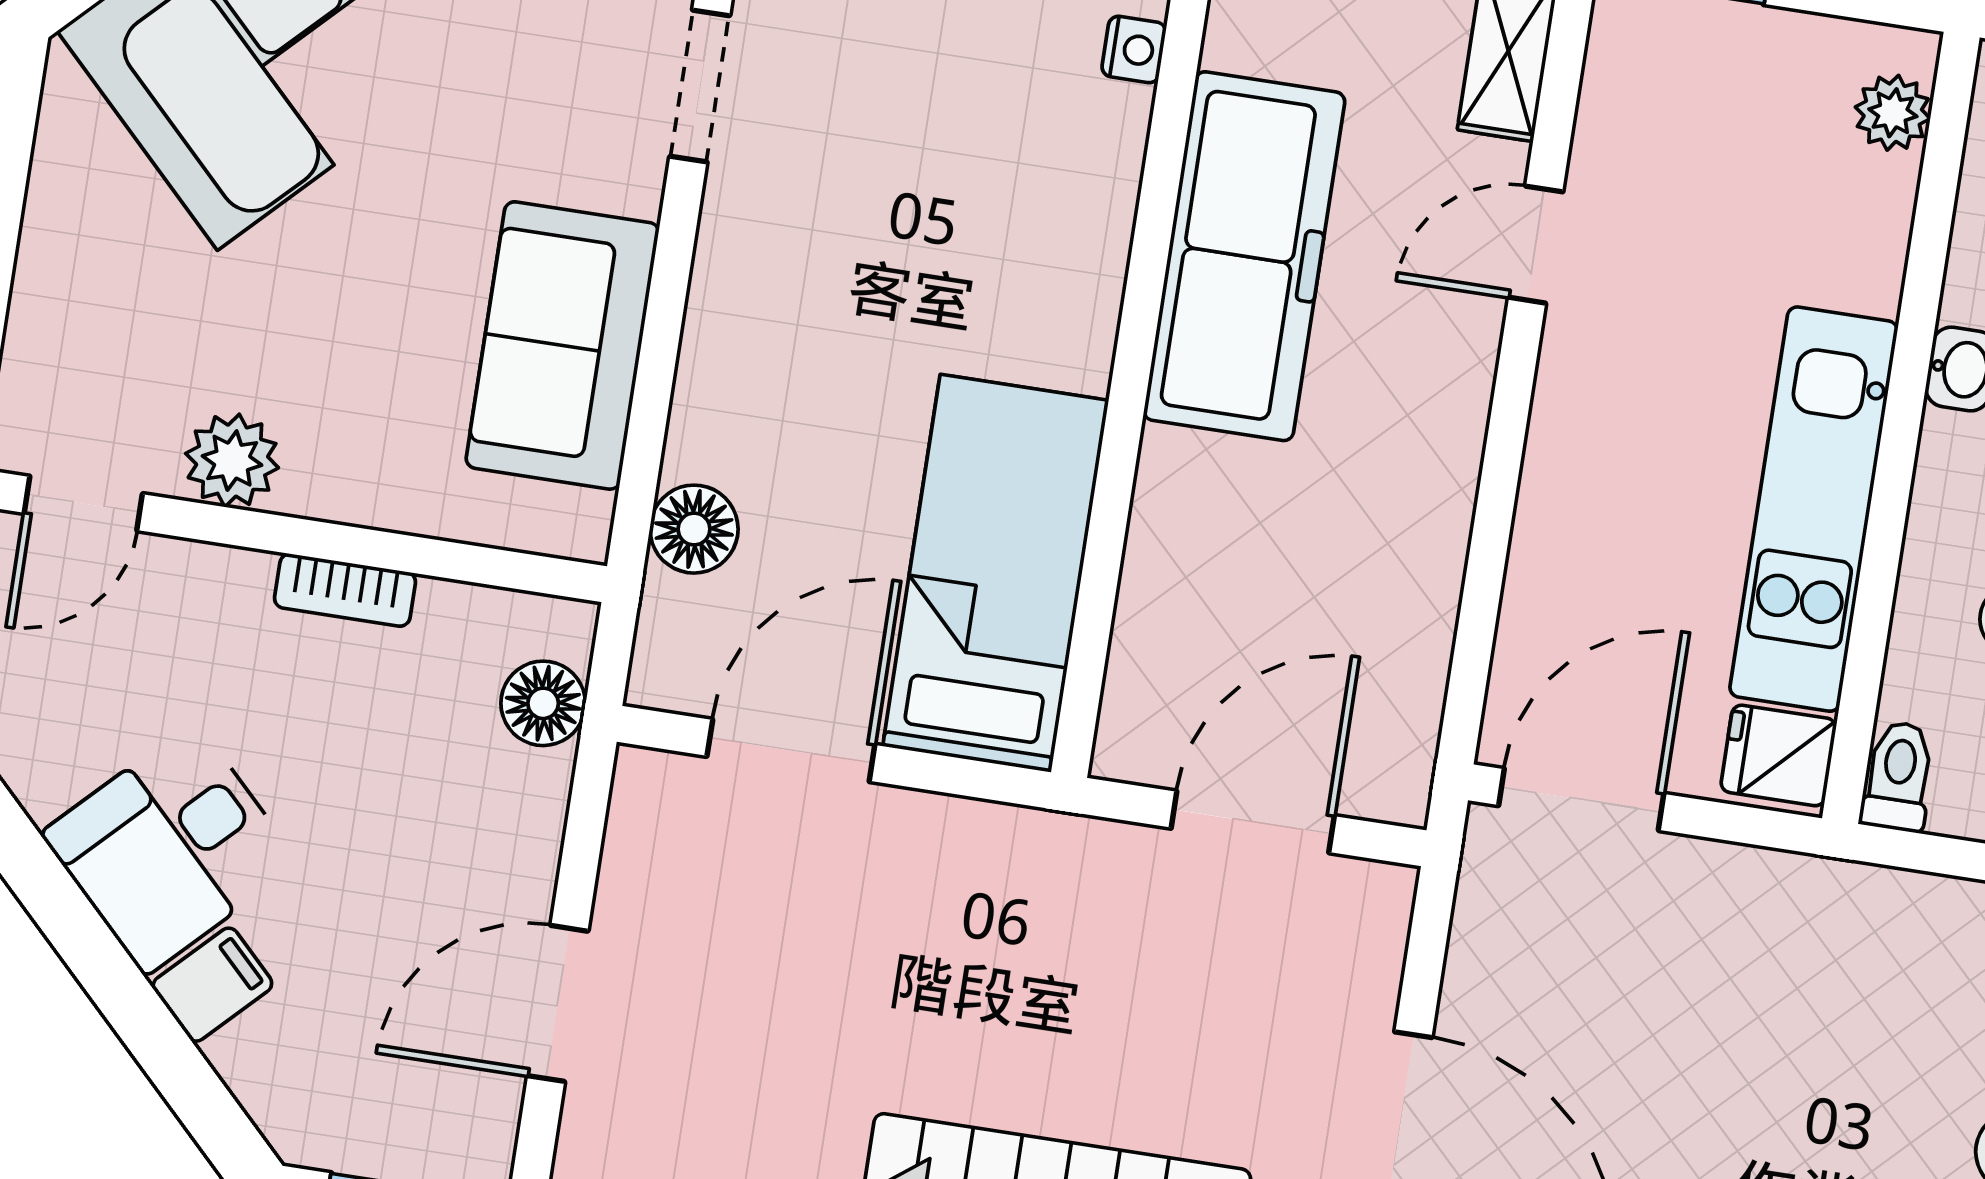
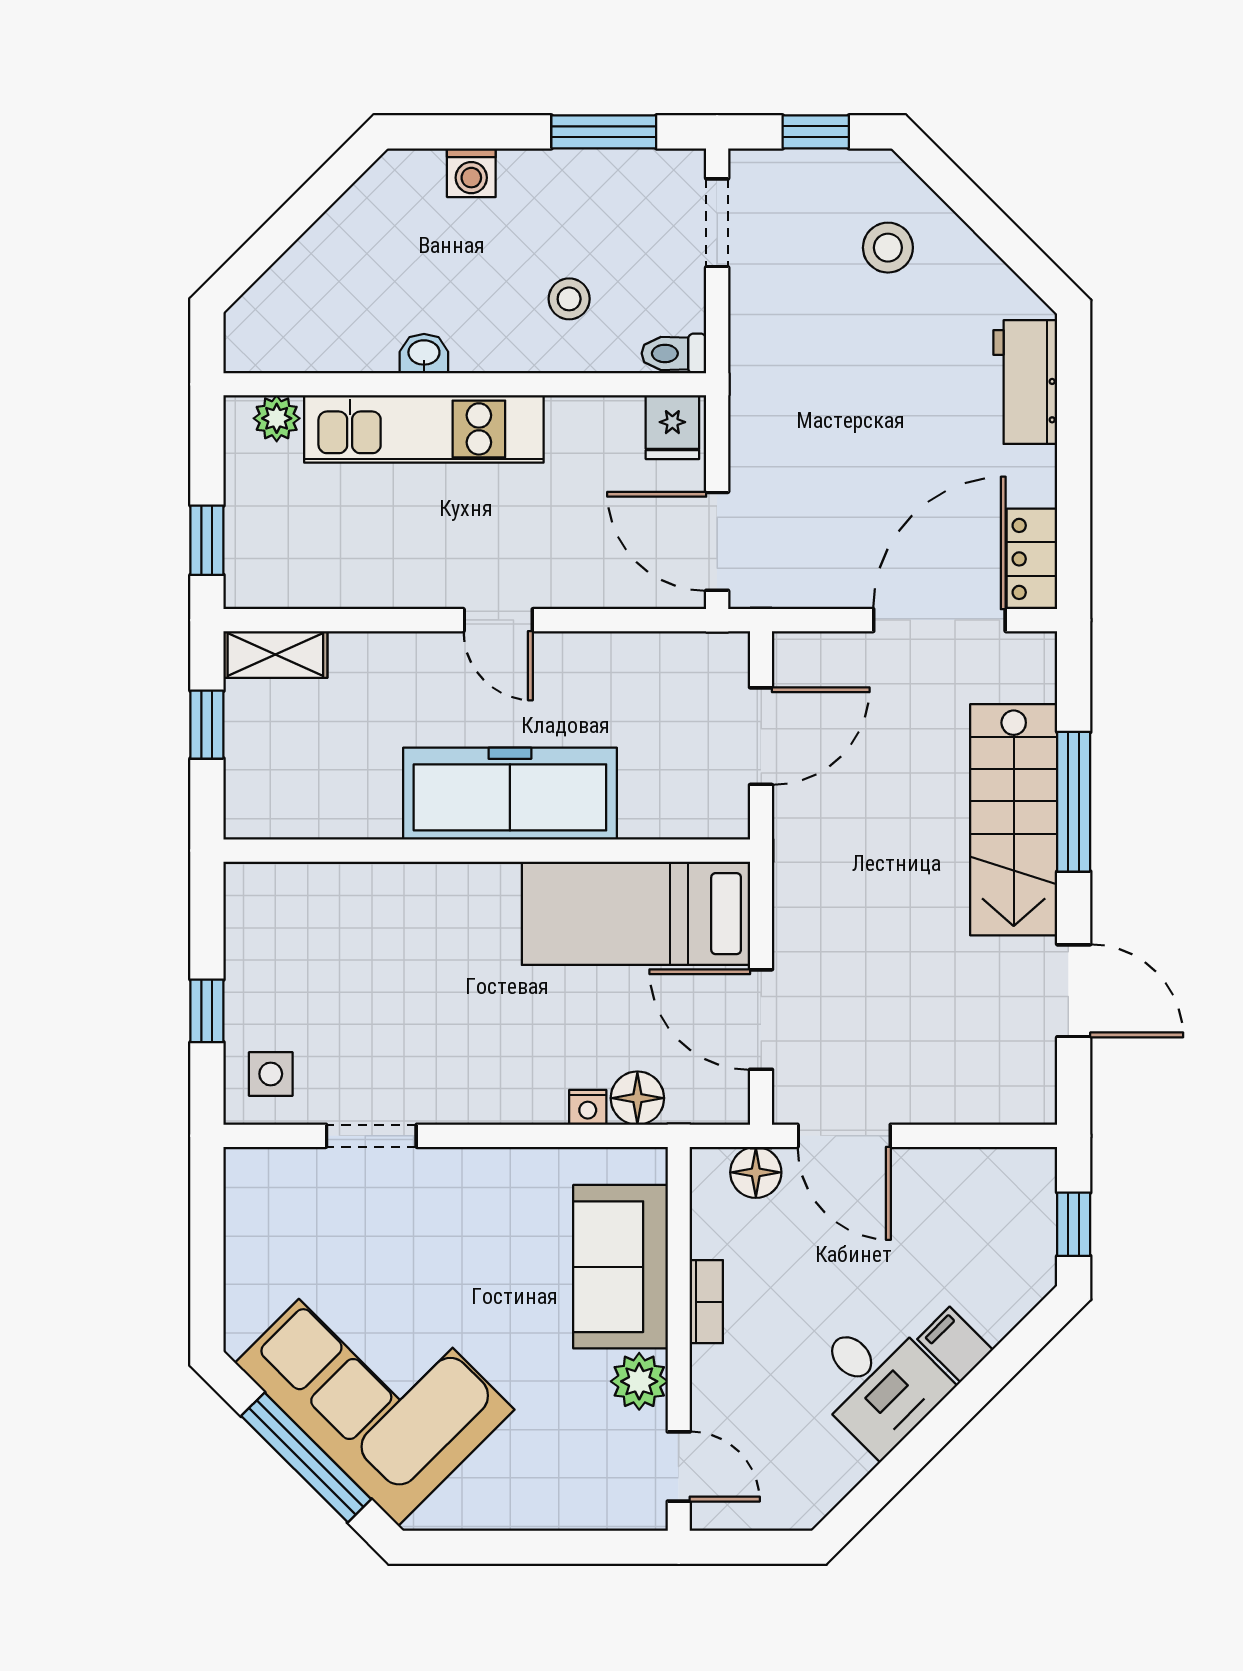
nightstand: (1134, 49) -> (588, 1107), moved, turned 180
door: (1536, 245) -> (498, 620), moved
freezer: (1244, 256) -> (510, 794), moved
sofa: (562, 345) -> (620, 1267), moved, turned 90
kitchen unit: (1814, 509) -> (424, 429), moved
door: (1253, 822) -> (761, 736), swing flipped
door: (558, 1003) -> (844, 1136), moved

